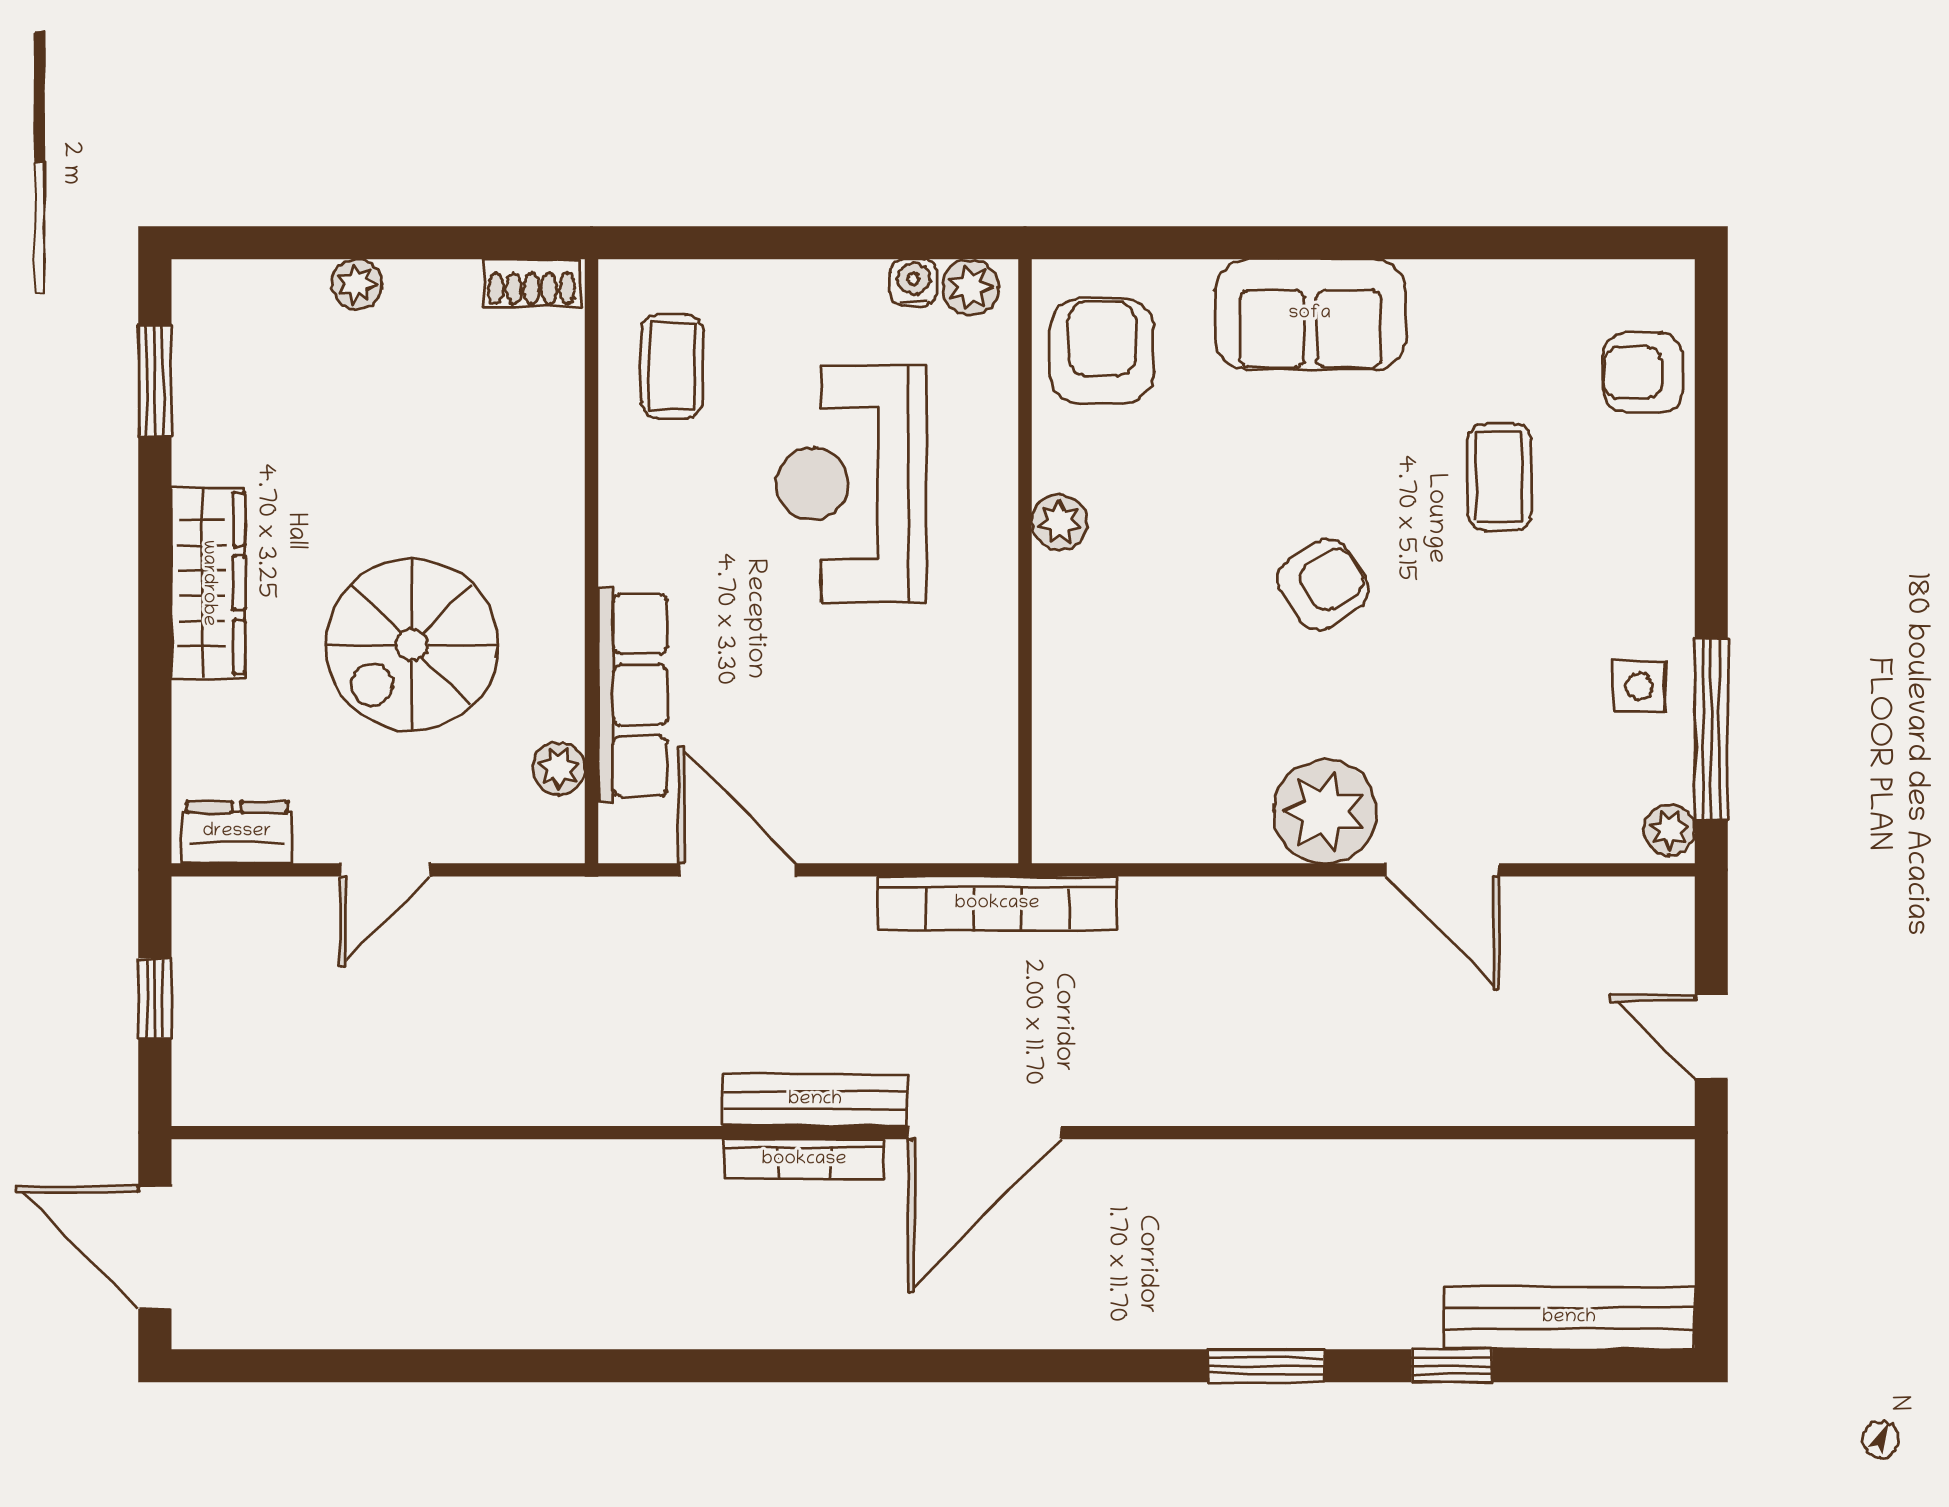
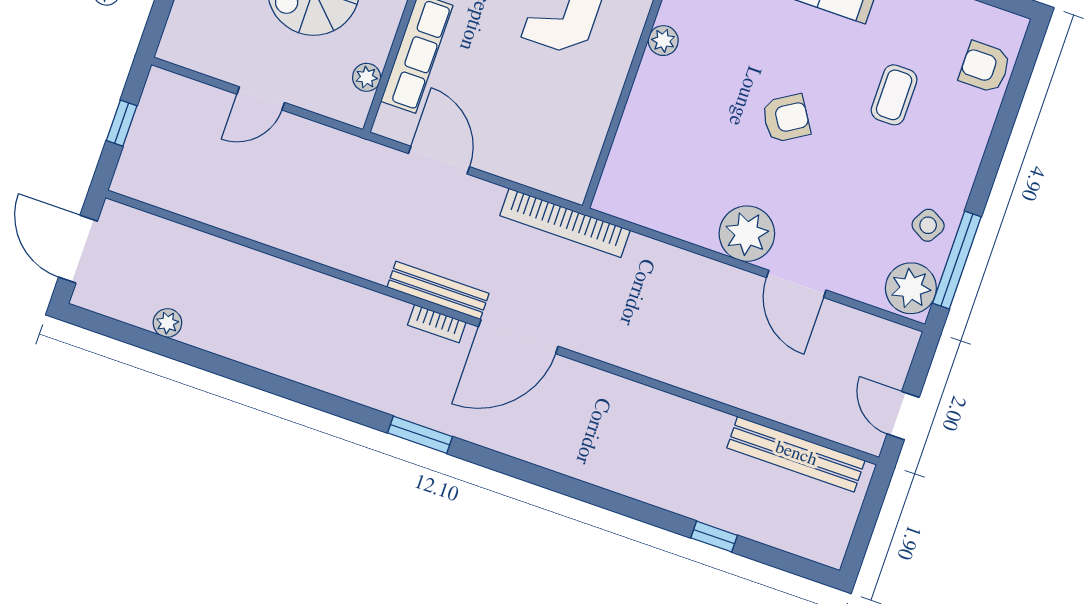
side table: (1639, 686) -> (928, 225), turned 30
plant: (1670, 830) -> (911, 288), width x1.87, depth x1.87
dresser: (237, 832) -> (192, 53), removed
bookcase: (804, 1160) -> (437, 324), width x0.64
bench: (1569, 1318) -> (796, 454), moved
plant: (358, 1323) -> (167, 323), added
window: (1266, 1366) -> (420, 435), moved

